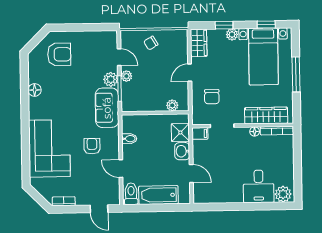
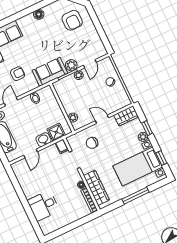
plant: (283, 194) -> (46, 226), removed

